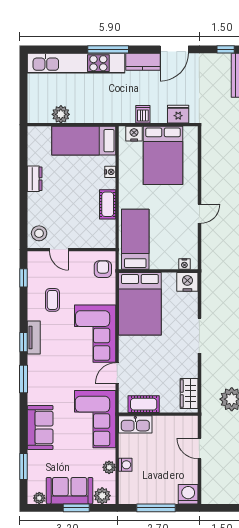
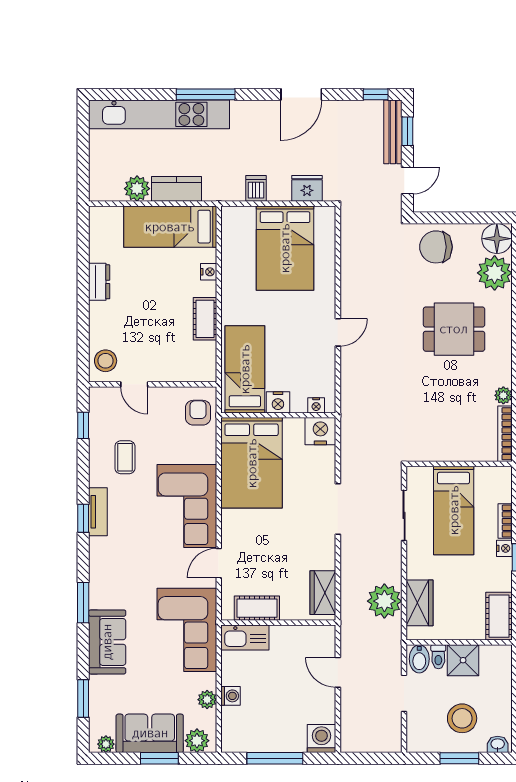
kitchen counter: (143, 62) -> (176, 189), moved, turned 180
nightstand: (134, 134) -> (278, 402), moved, turned 180
window: (24, 379) -> (83, 603), moved

